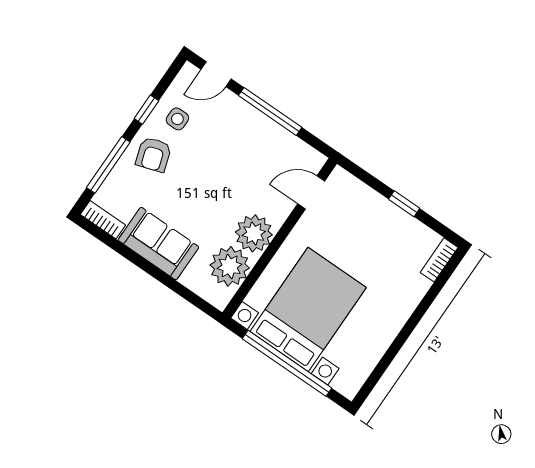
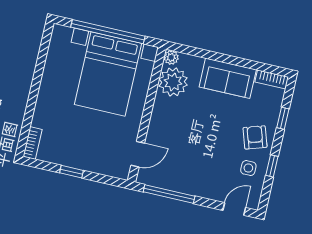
window: (270, 111) -> (169, 194), moved
window: (108, 165) -> (283, 118), width x0.46
plant: (254, 233) -> (171, 57), moved, width x0.53, depth x0.53

